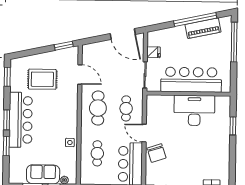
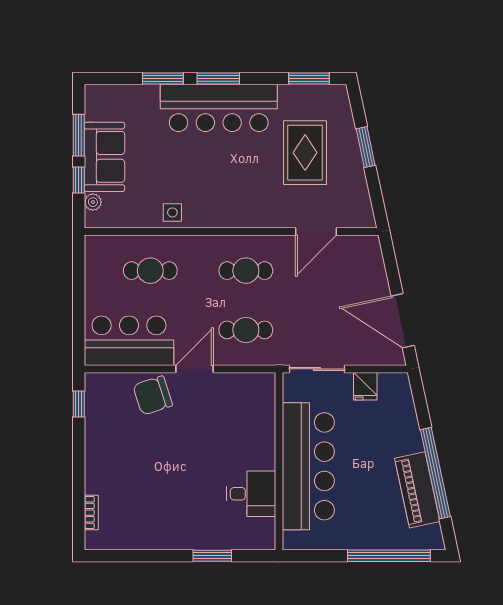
door: (123, 34) -> (403, 321), hinge flipped
window: (64, 46) -> (366, 147), moved
cafe table: (98, 108) -> (246, 271), width x0.73, depth x0.74
desk: (194, 110) -> (251, 494), width x0.53, depth x0.77

